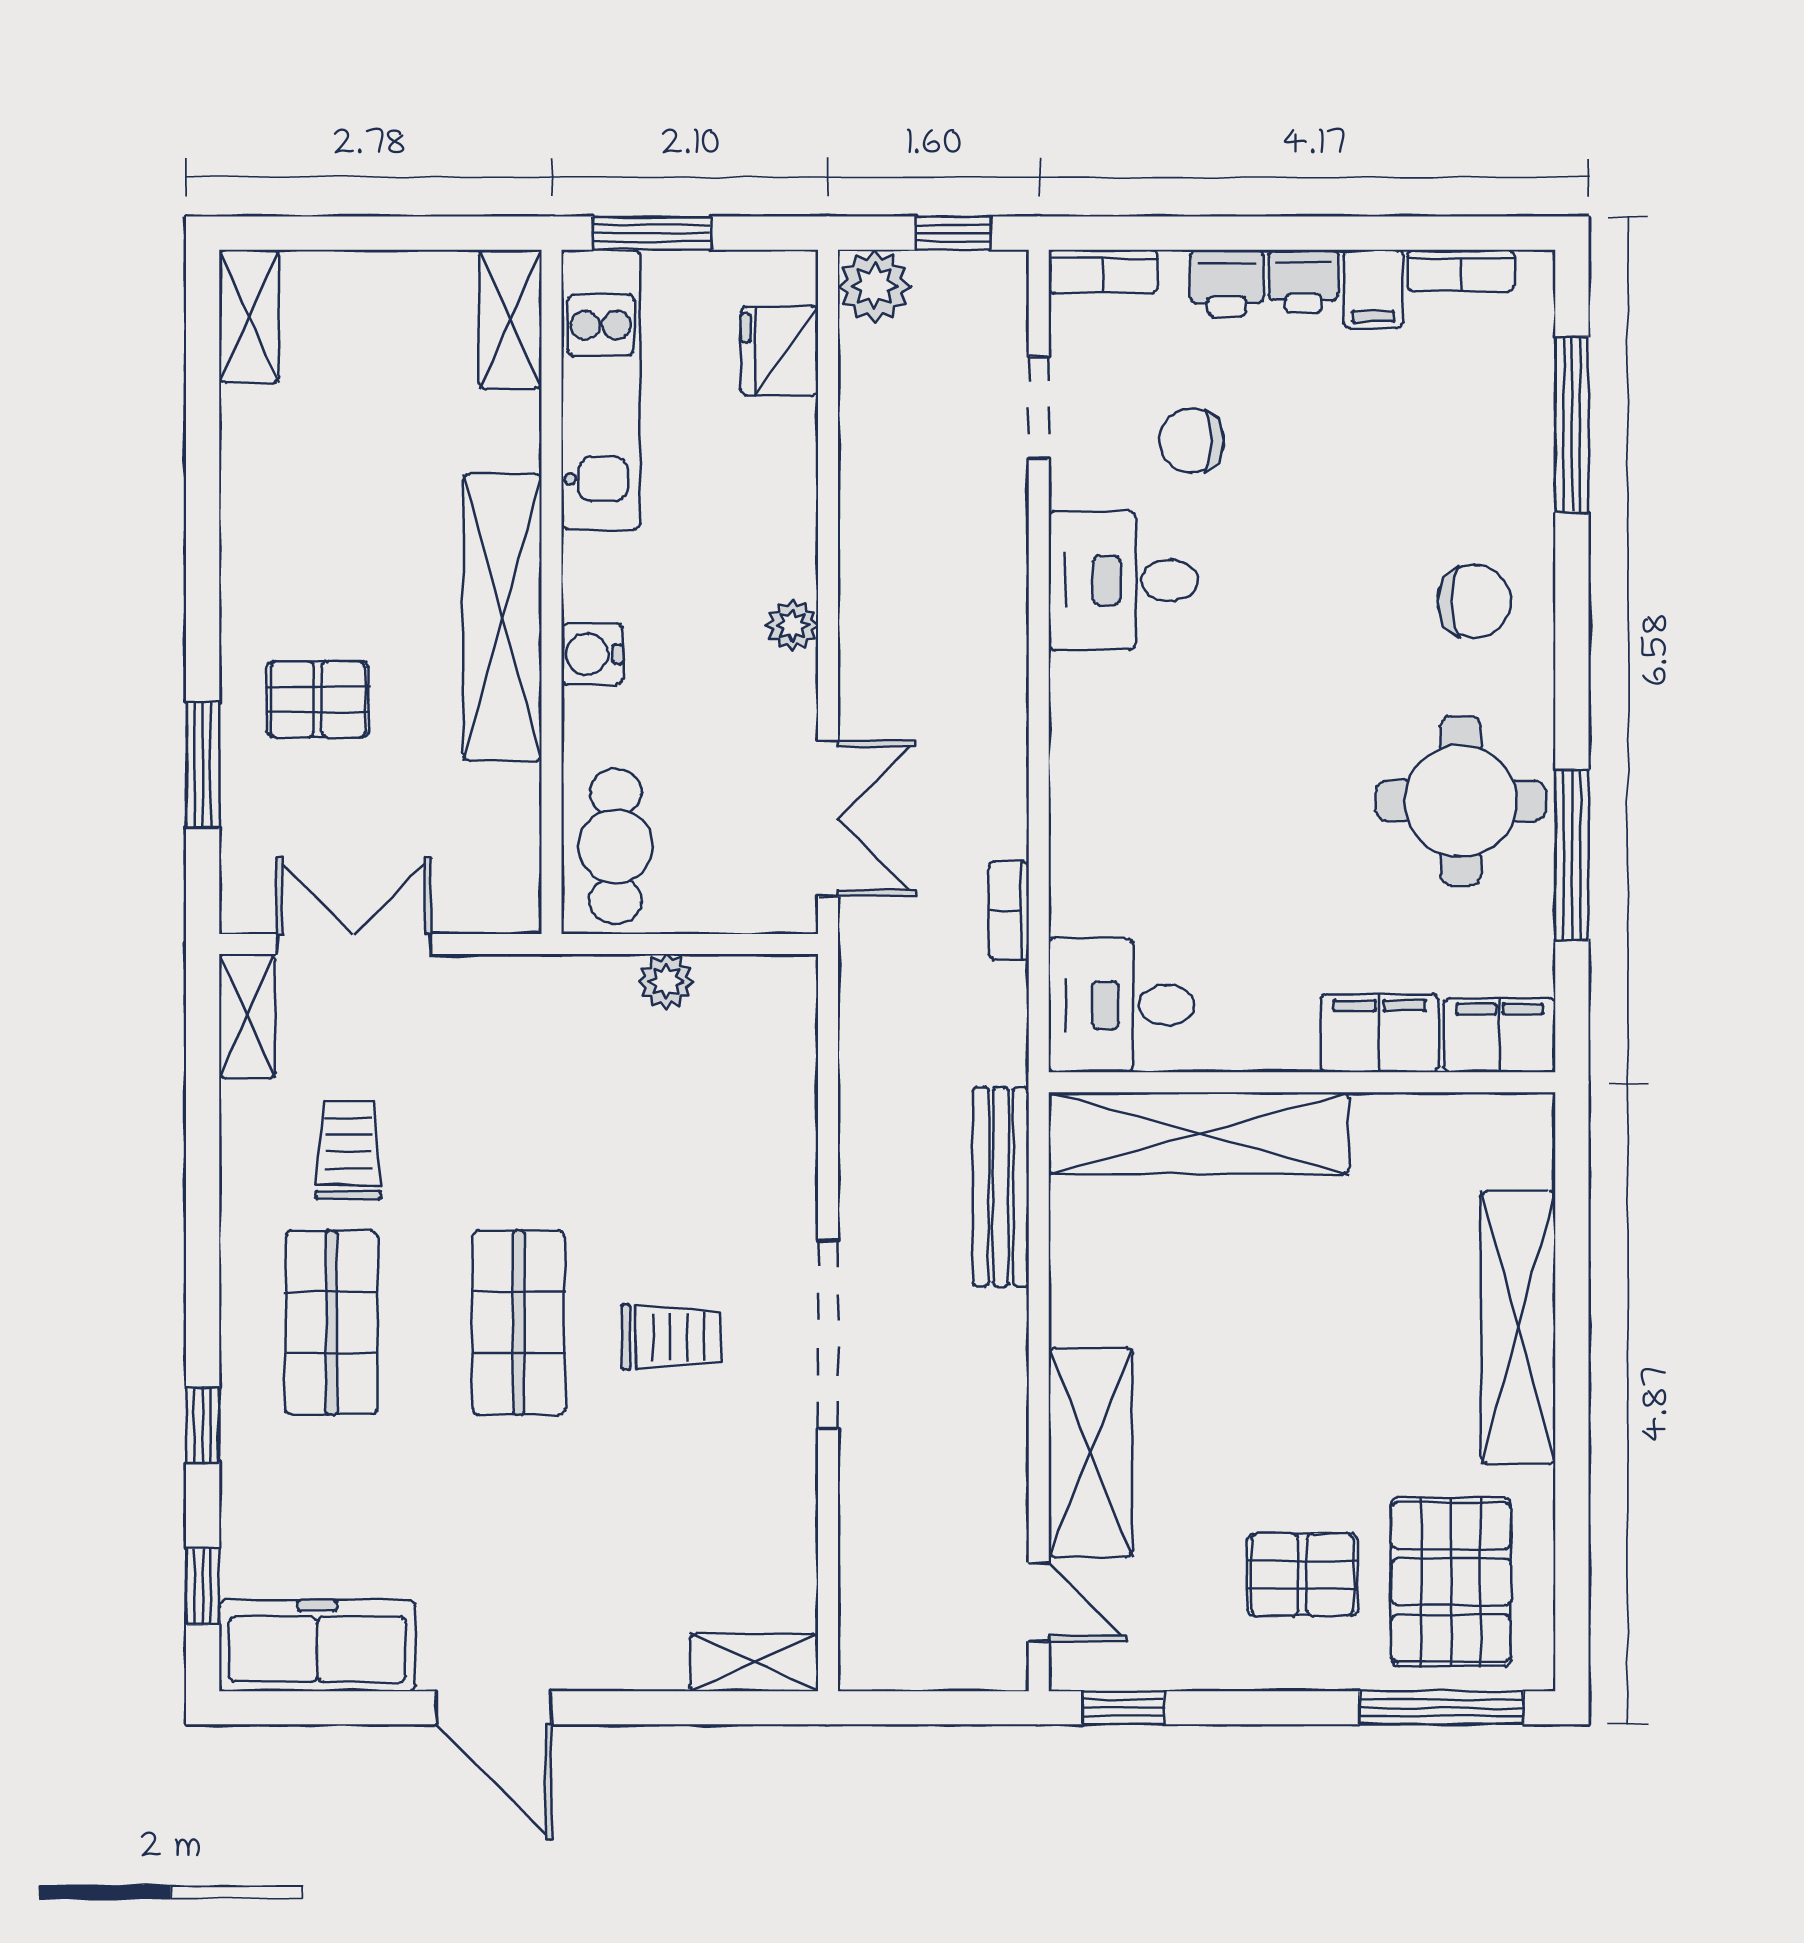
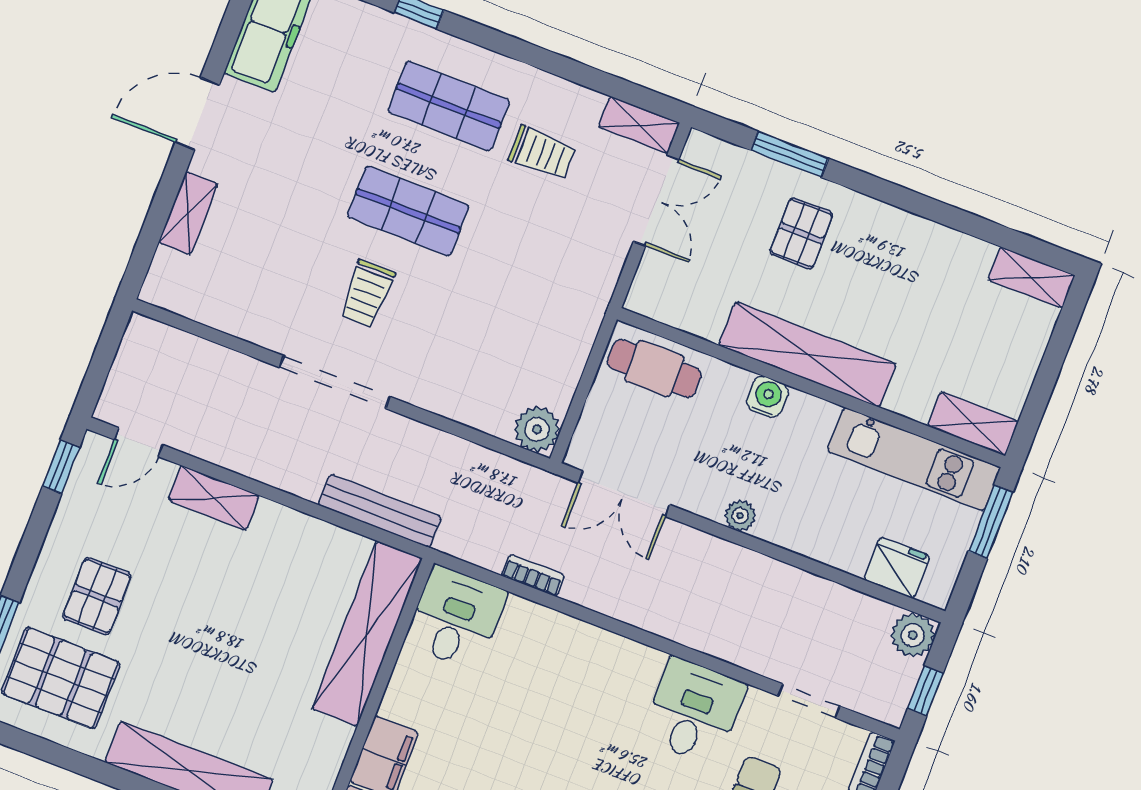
plant: (666, 982) -> (537, 429), moved, width x1.38, depth x1.38
shelving: (1090, 1452) -> (214, 498), width x0.67, depth x0.75
shelving: (754, 1662) -> (188, 213), moved

